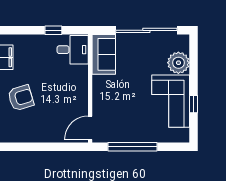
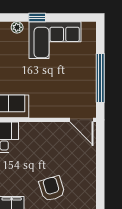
plant: (178, 63) -> (17, 27), width x0.53, depth x0.53
window: (194, 104) -> (37, 18), moved

